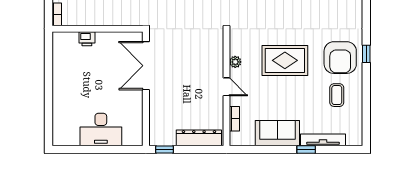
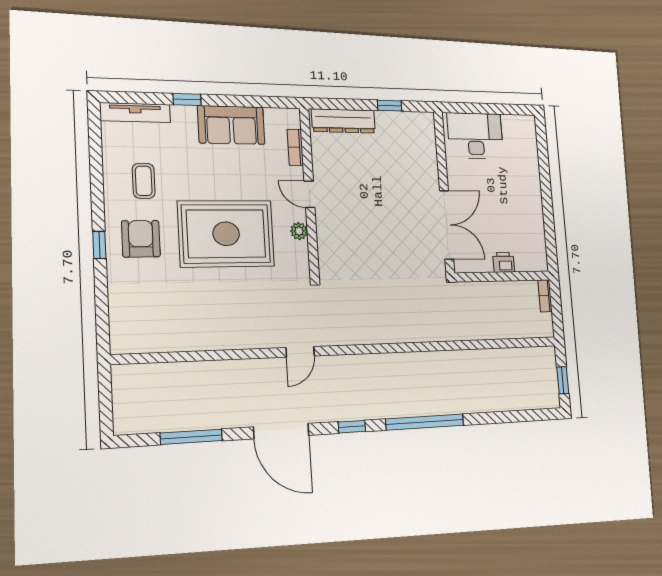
armchair: (340, 58) -> (141, 239), width x0.73, depth x0.73
rug: (285, 60) -> (226, 234), width x1.37, depth x1.44
double door: (146, 66) -> (447, 225), moved
wall: (146, 89) -> (444, 192), moved
tv unit: (323, 140) -> (135, 113), moved

